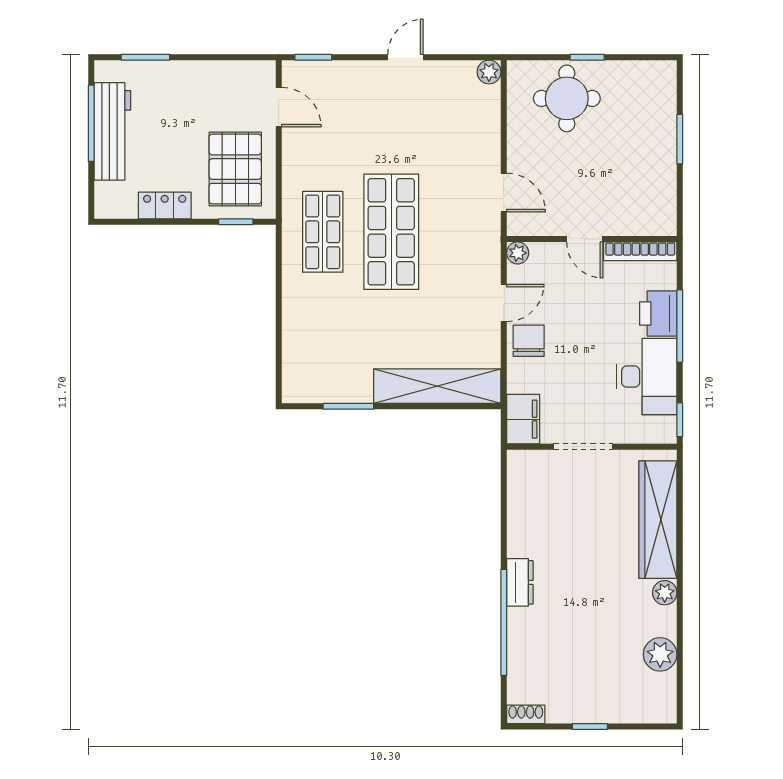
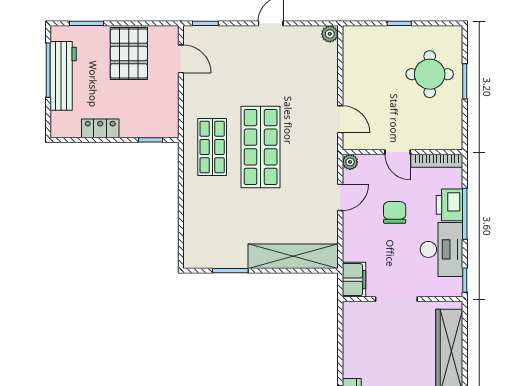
round table: (567, 98) -> (430, 74), moved
pallet: (235, 169) -> (129, 54), moved
chair: (529, 341) -> (395, 212), moved

